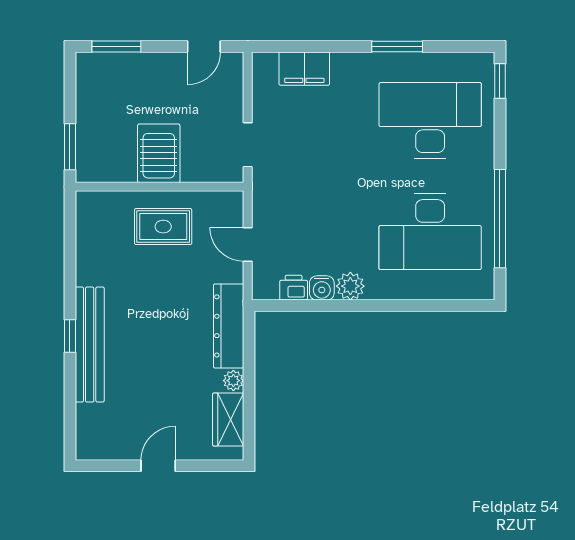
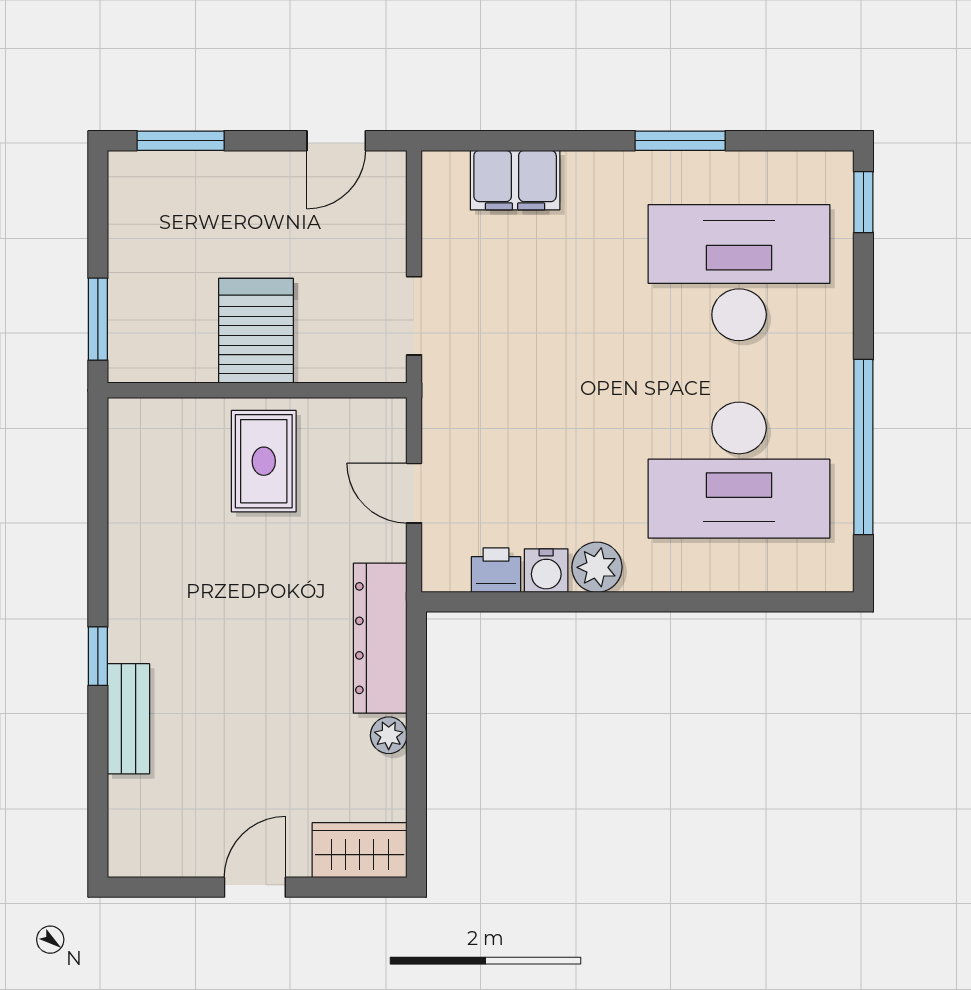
rug: (163, 227) -> (264, 461), turned 90
bench: (90, 345) -> (128, 719), width x0.54, depth x0.82
wardrobe: (228, 420) -> (360, 850), moved, turned 90

